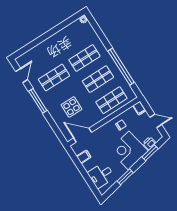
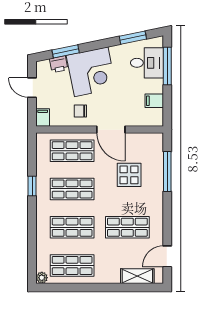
shop shelf: (71, 37) -> (72, 265), added
shelving: (31, 54) -> (137, 276), added
window: (121, 67) -> (32, 186), width x0.32
window: (38, 101) -> (167, 172), moved
door: (83, 135) -> (111, 130), moved
window: (125, 177) -> (133, 38), moved
window: (89, 181) -> (167, 66), added

